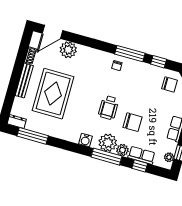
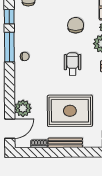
door: (53, 32) -> (10, 129), hinge flipped
wheelchair: (109, 108) -> (73, 64), moved, turned -90

